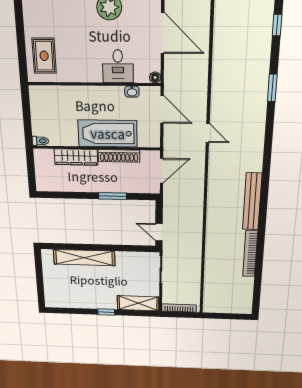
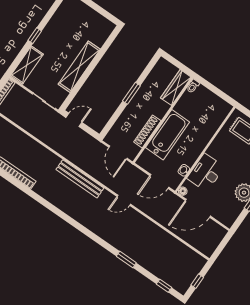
door: (163, 33) -> (198, 208), moved
desk: (118, 66) -> (206, 173), width x1.37
wardrobe: (76, 157) -> (176, 88), moved
window: (113, 196) -> (131, 93), moved
bench: (252, 202) -> (80, 179), moved
shelving: (84, 258) -> (79, 67), moved

